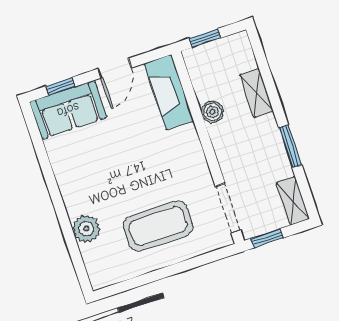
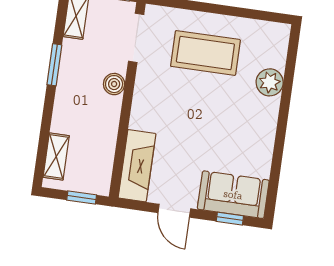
door: (114, 68) -> (174, 211), swing flipped
shelving: (257, 93) -> (56, 156), moved
boiler: (212, 112) -> (114, 84), moved

